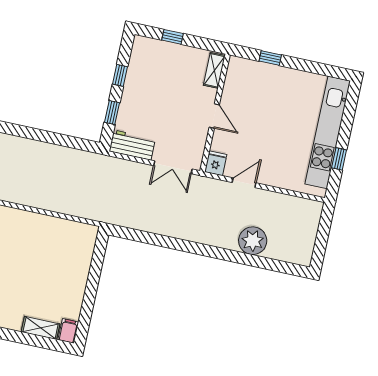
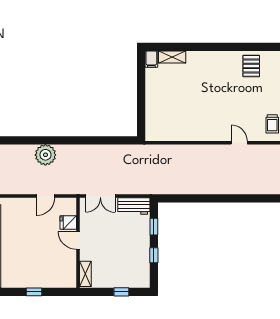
window: (270, 58) -> (34, 292), moved
fridge: (216, 163) -> (68, 222), moved, turned 90
double door: (173, 167) -> (100, 196), swing flipped
plant: (253, 241) -> (45, 155), moved

